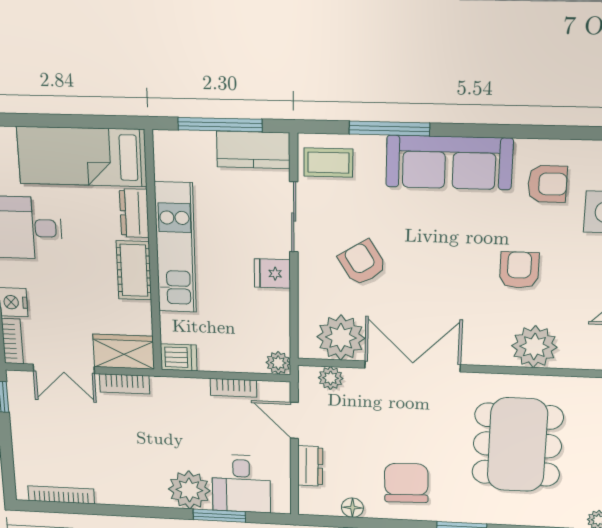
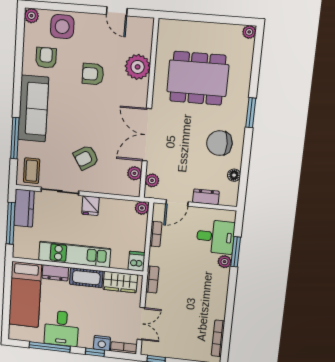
plant: (341, 337) -> (134, 173), width x0.53, depth x0.53
wardrobe: (124, 352) -> (120, 282), moved, turned -90
bookcase: (125, 384) -> (152, 280), moved
plant: (189, 490) -> (225, 262), width x0.53, depth x0.53

